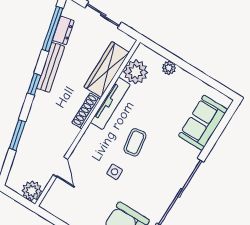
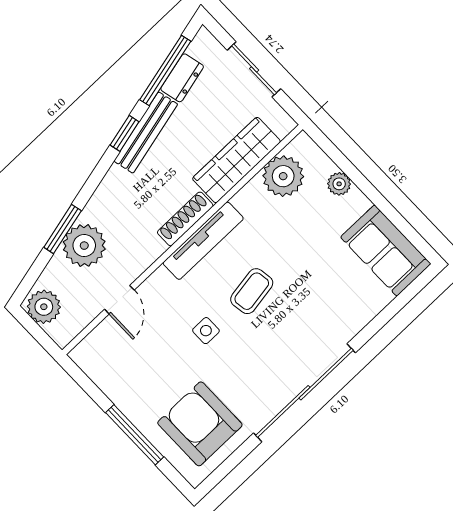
window: (34, 84) -> (125, 133), moved
tv unit: (110, 103) -> (203, 241), moved
sofa: (203, 123) -> (386, 251), moved, turned -90
plant: (32, 141) -> (84, 246), added
plant: (32, 191) -> (44, 307), moved

